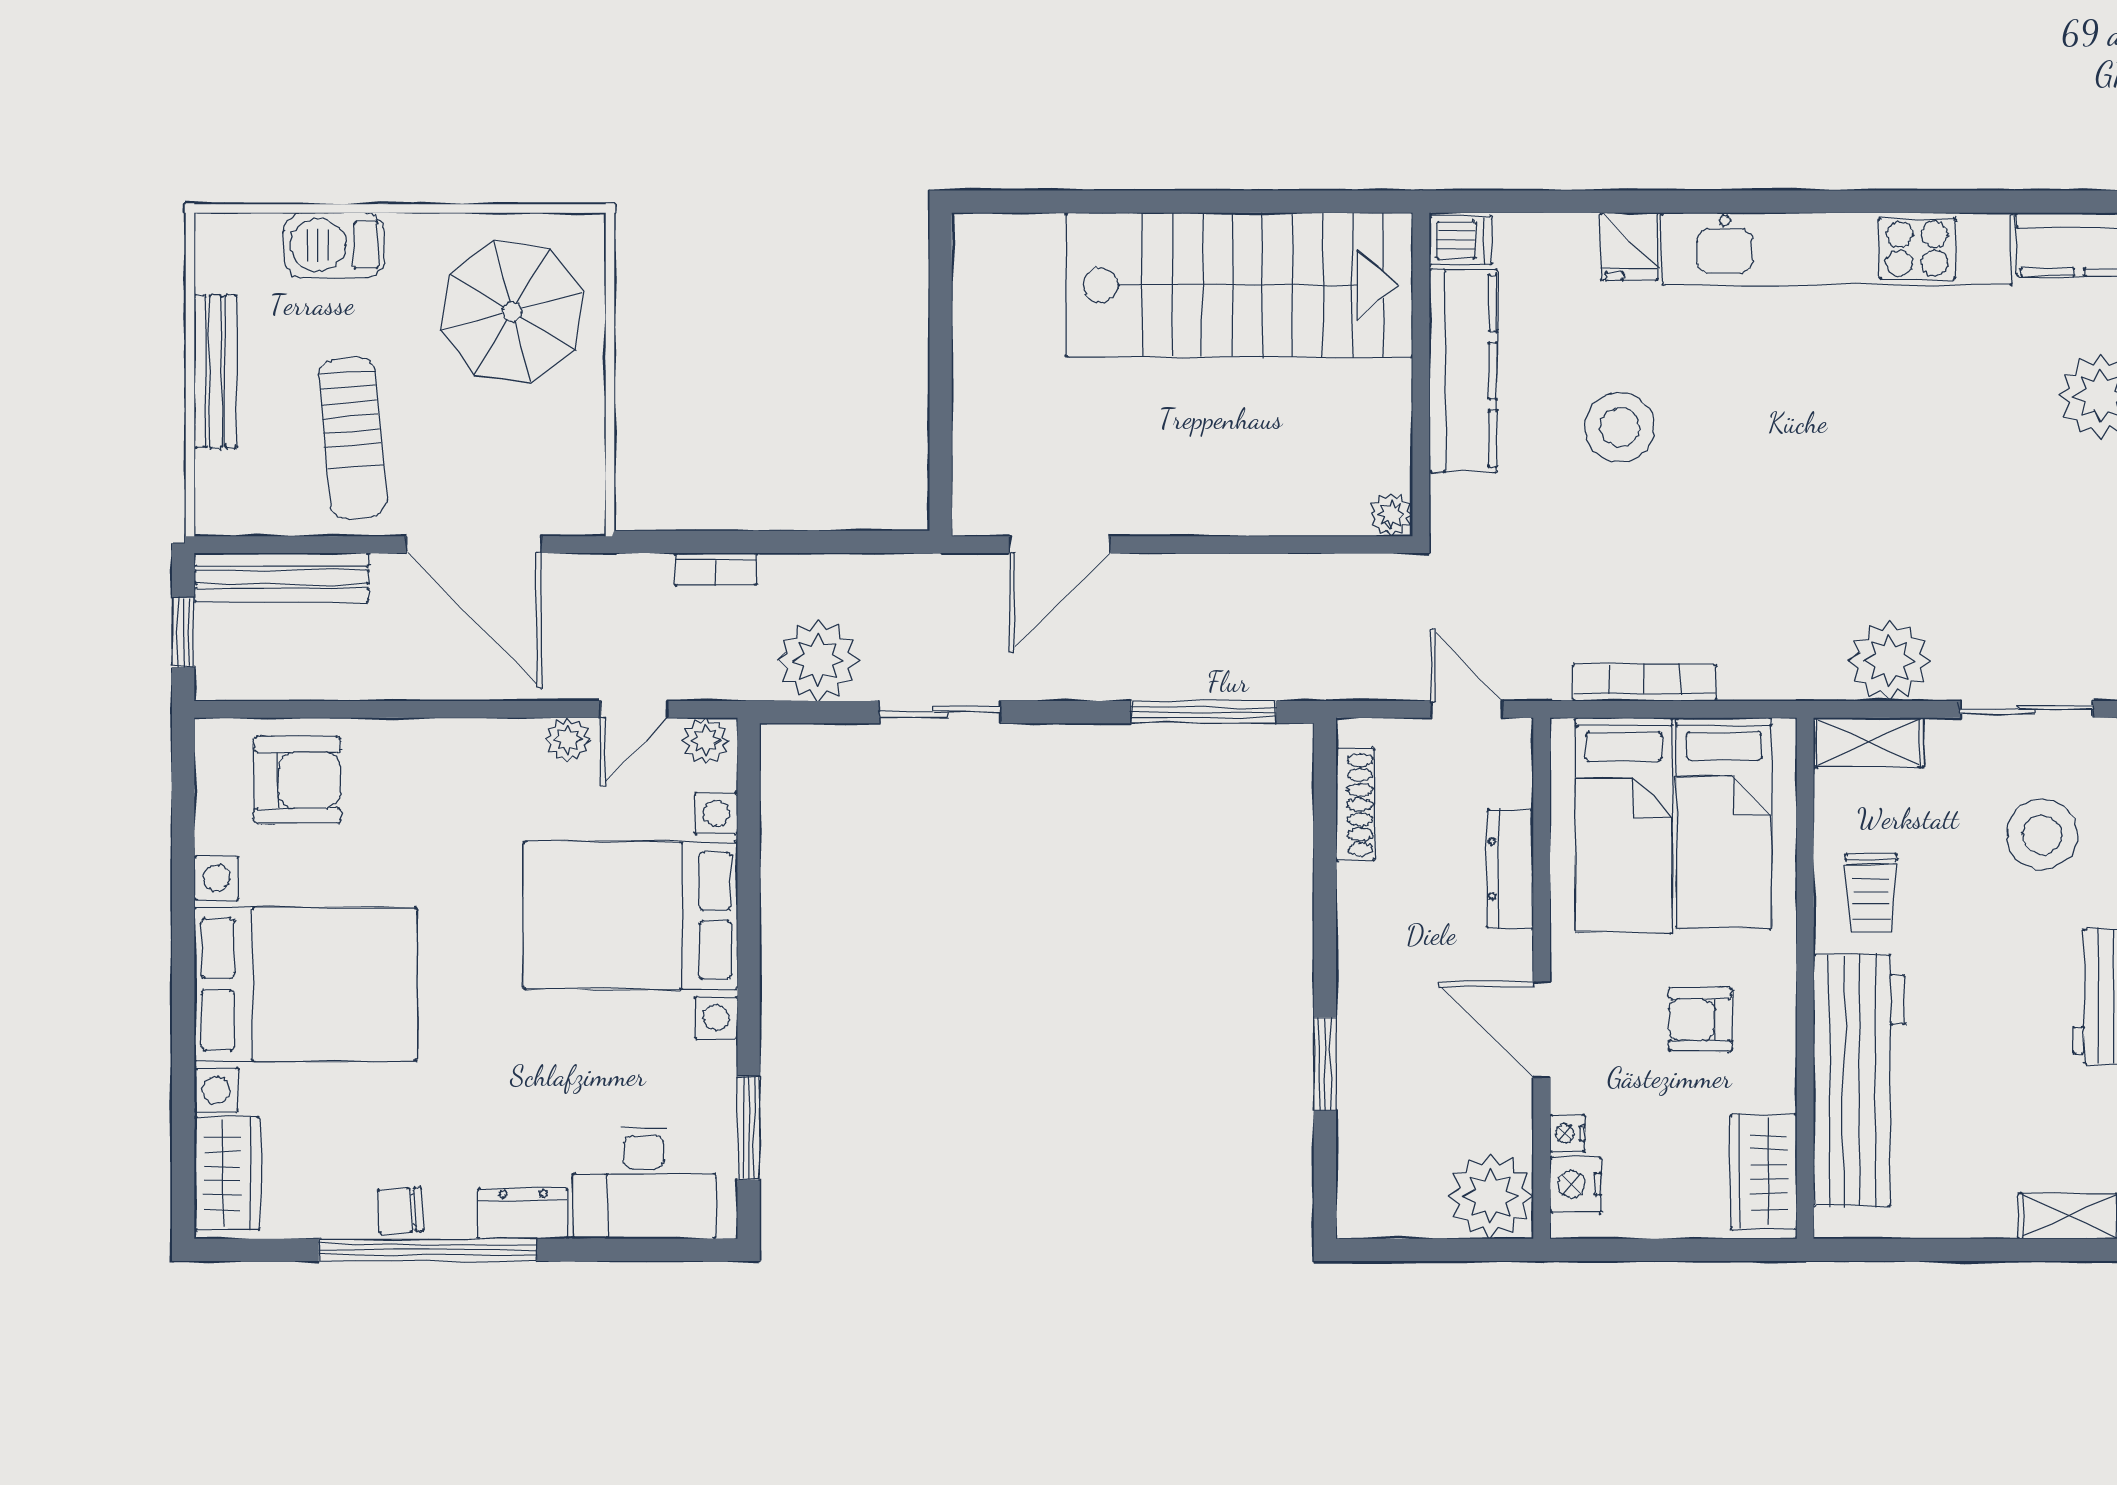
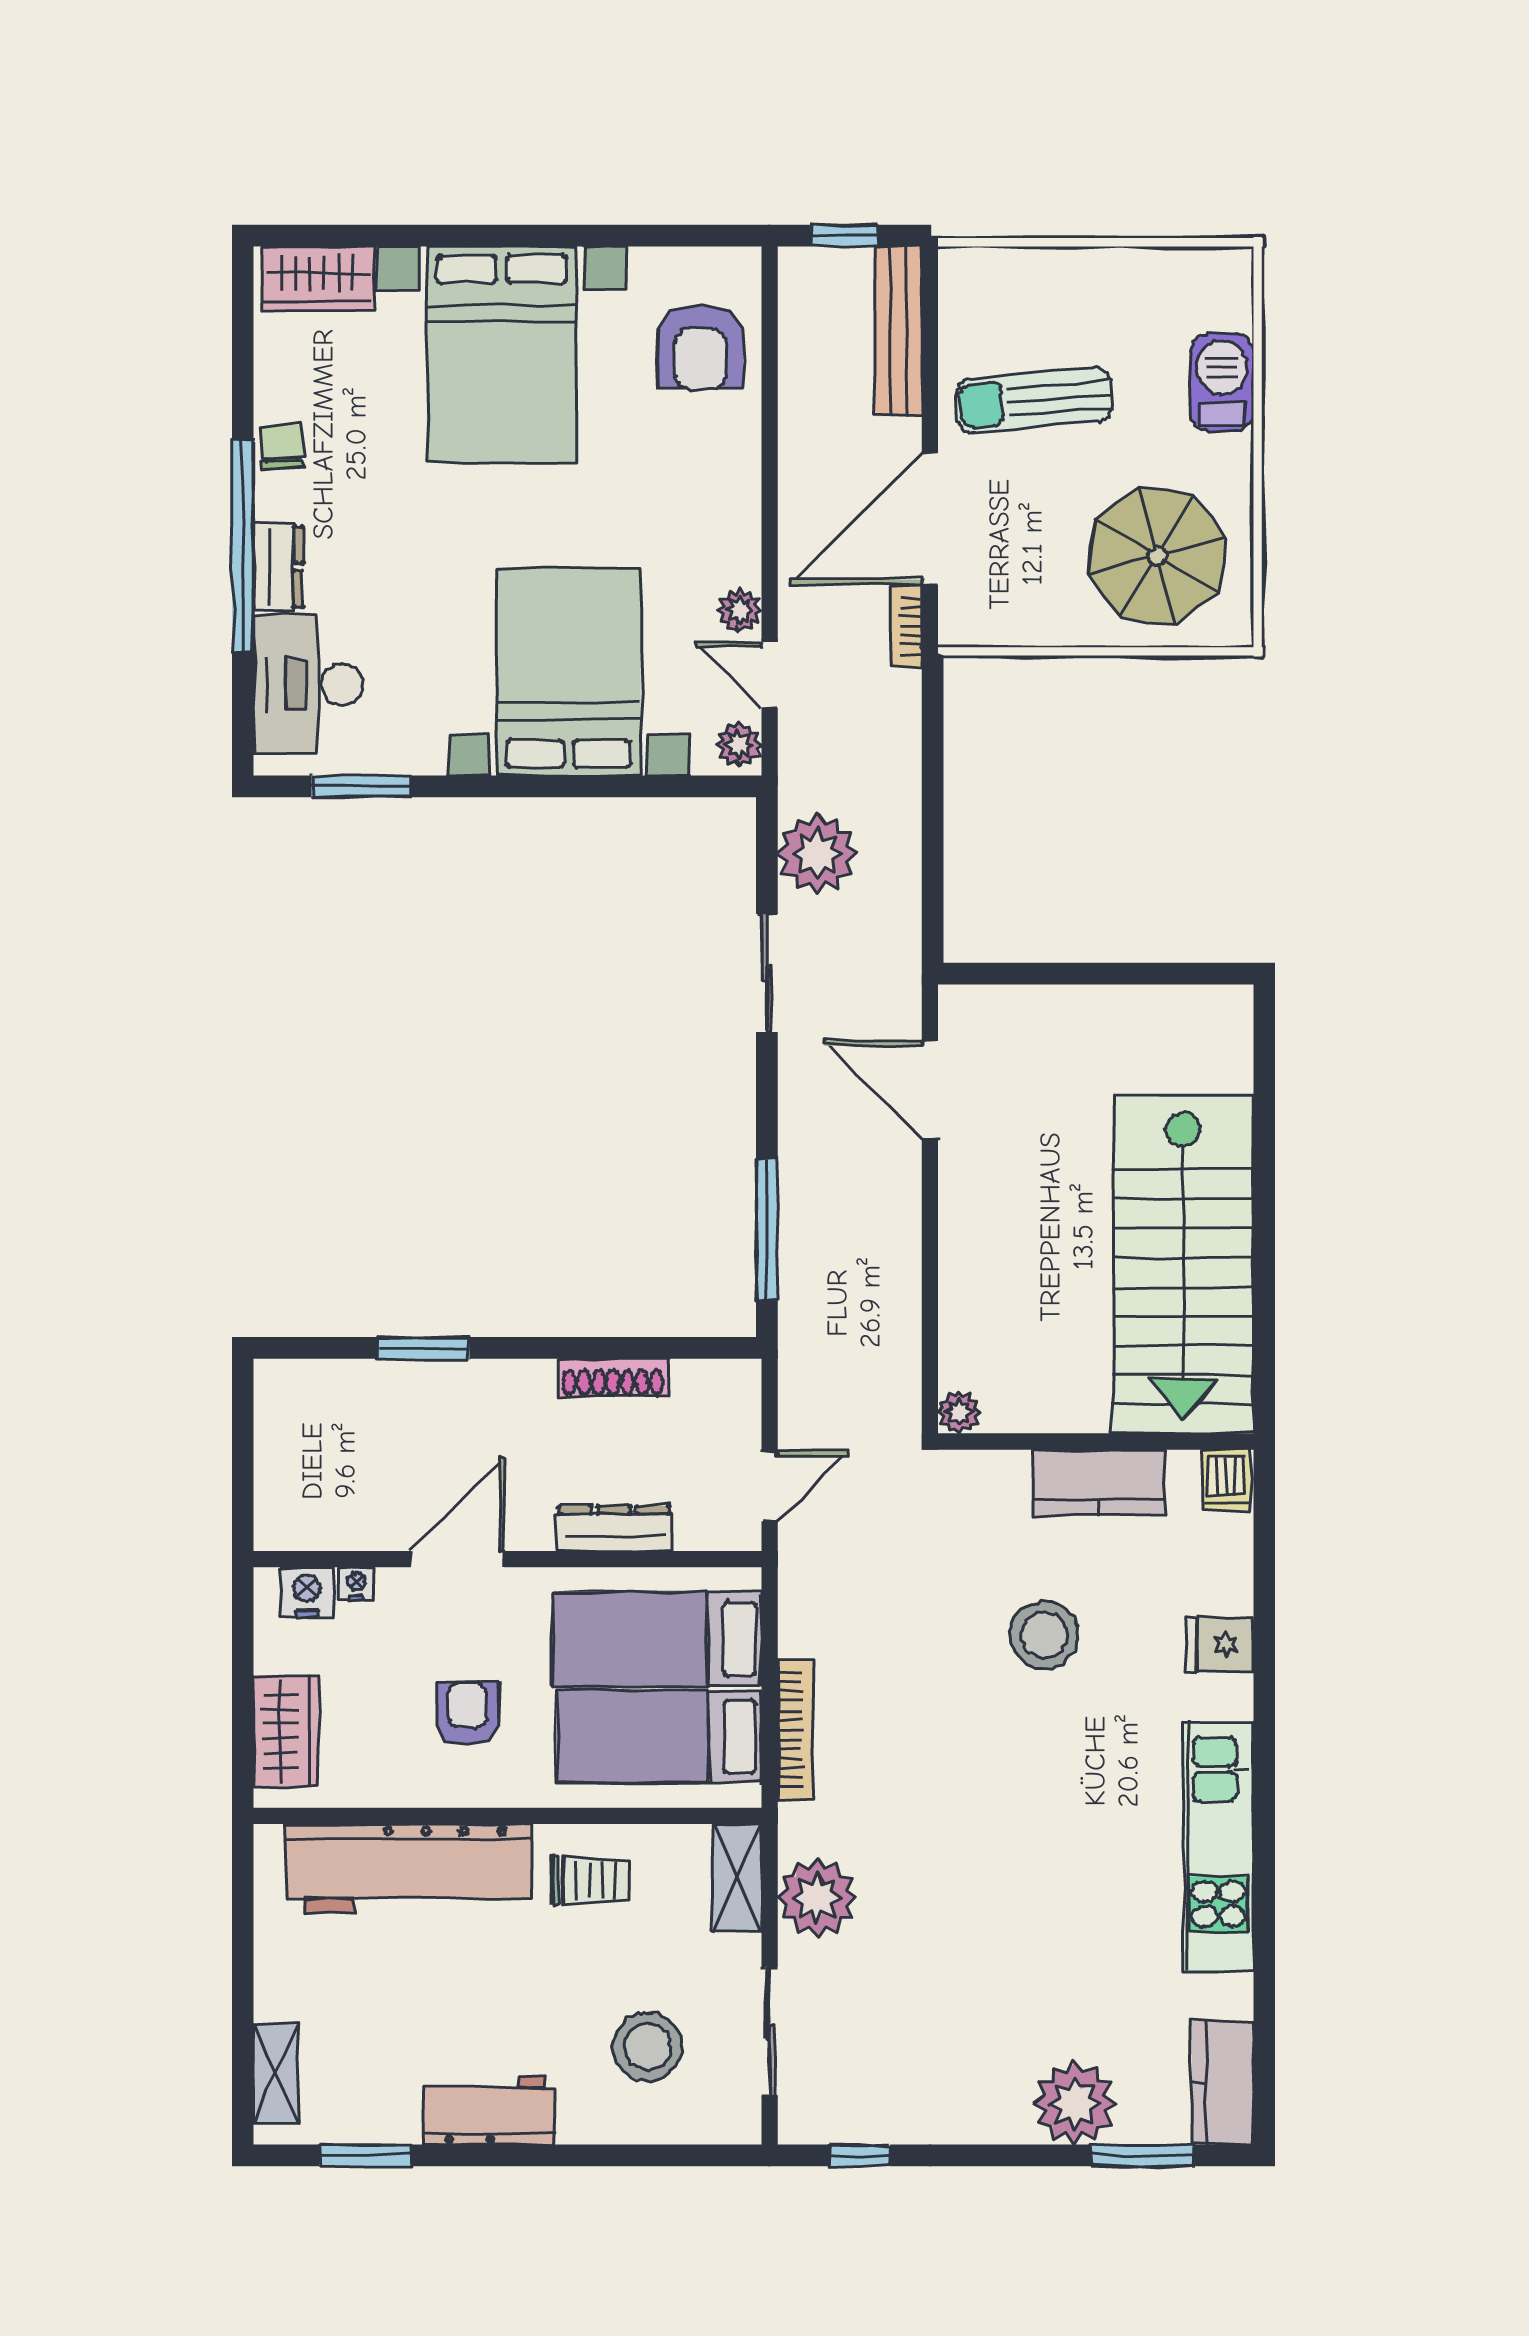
kitchen unit: (1837, 249) -> (1218, 1847), width x0.73
bench: (216, 371) -> (1099, 267), removed
kitchen counter: (1463, 371) -> (1099, 1483), width x0.67
bookcase: (716, 569) -> (906, 626), moved
bookcase: (1645, 683) -> (795, 1729), moved
shoe rack: (1355, 805) -> (613, 1377), moved
trolley: (1871, 893) -> (591, 1880), turned 180
wardrobe: (1764, 1172) -> (286, 1731), moved, turned 90
plant: (1491, 1196) -> (295, 1509), removed
window: (428, 1250) -> (243, 546), moved

